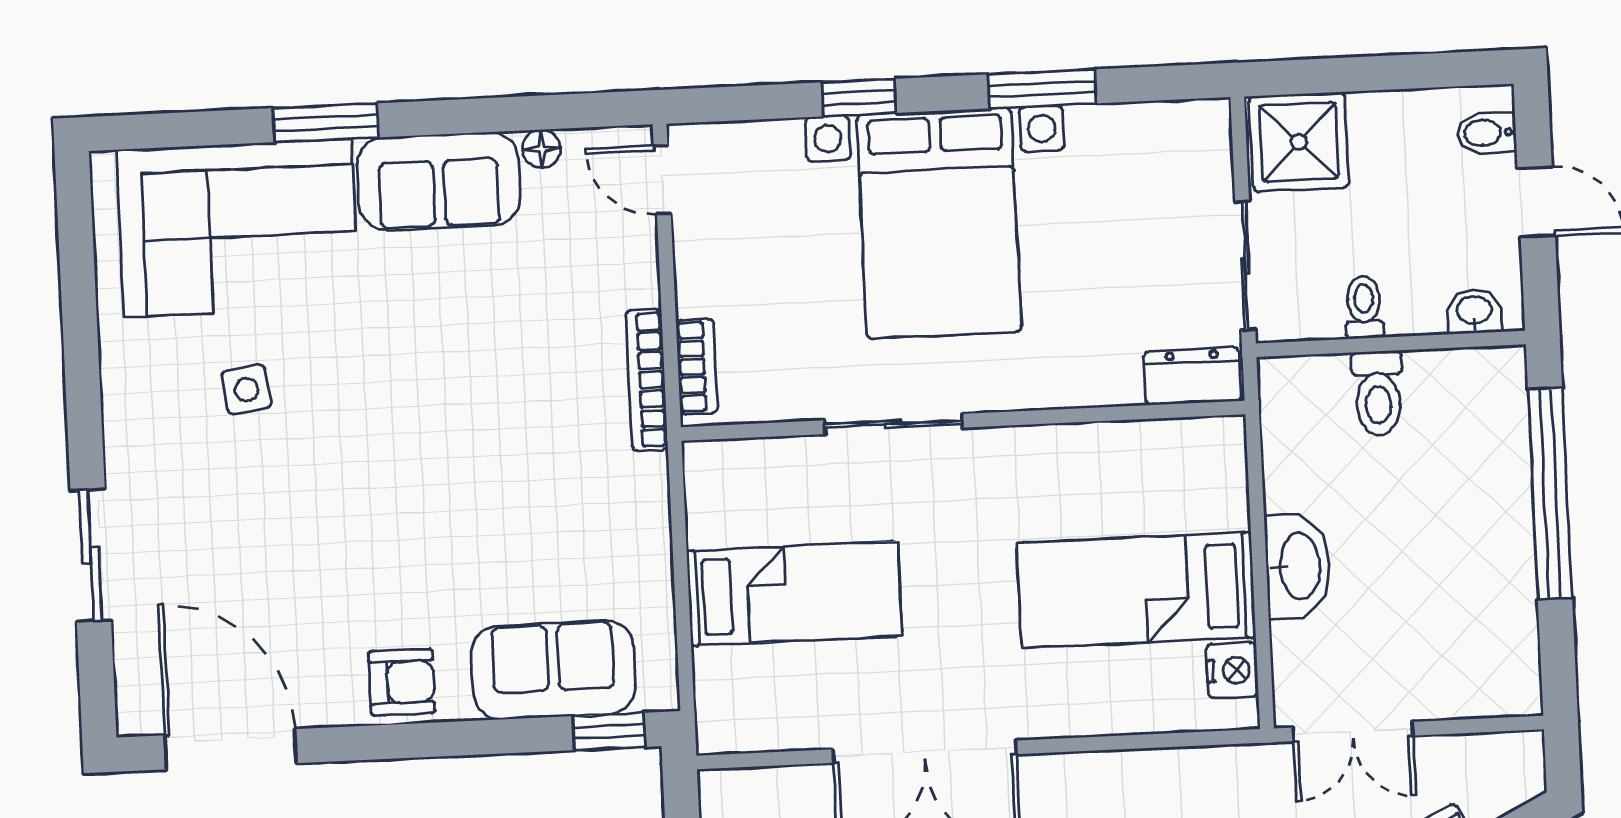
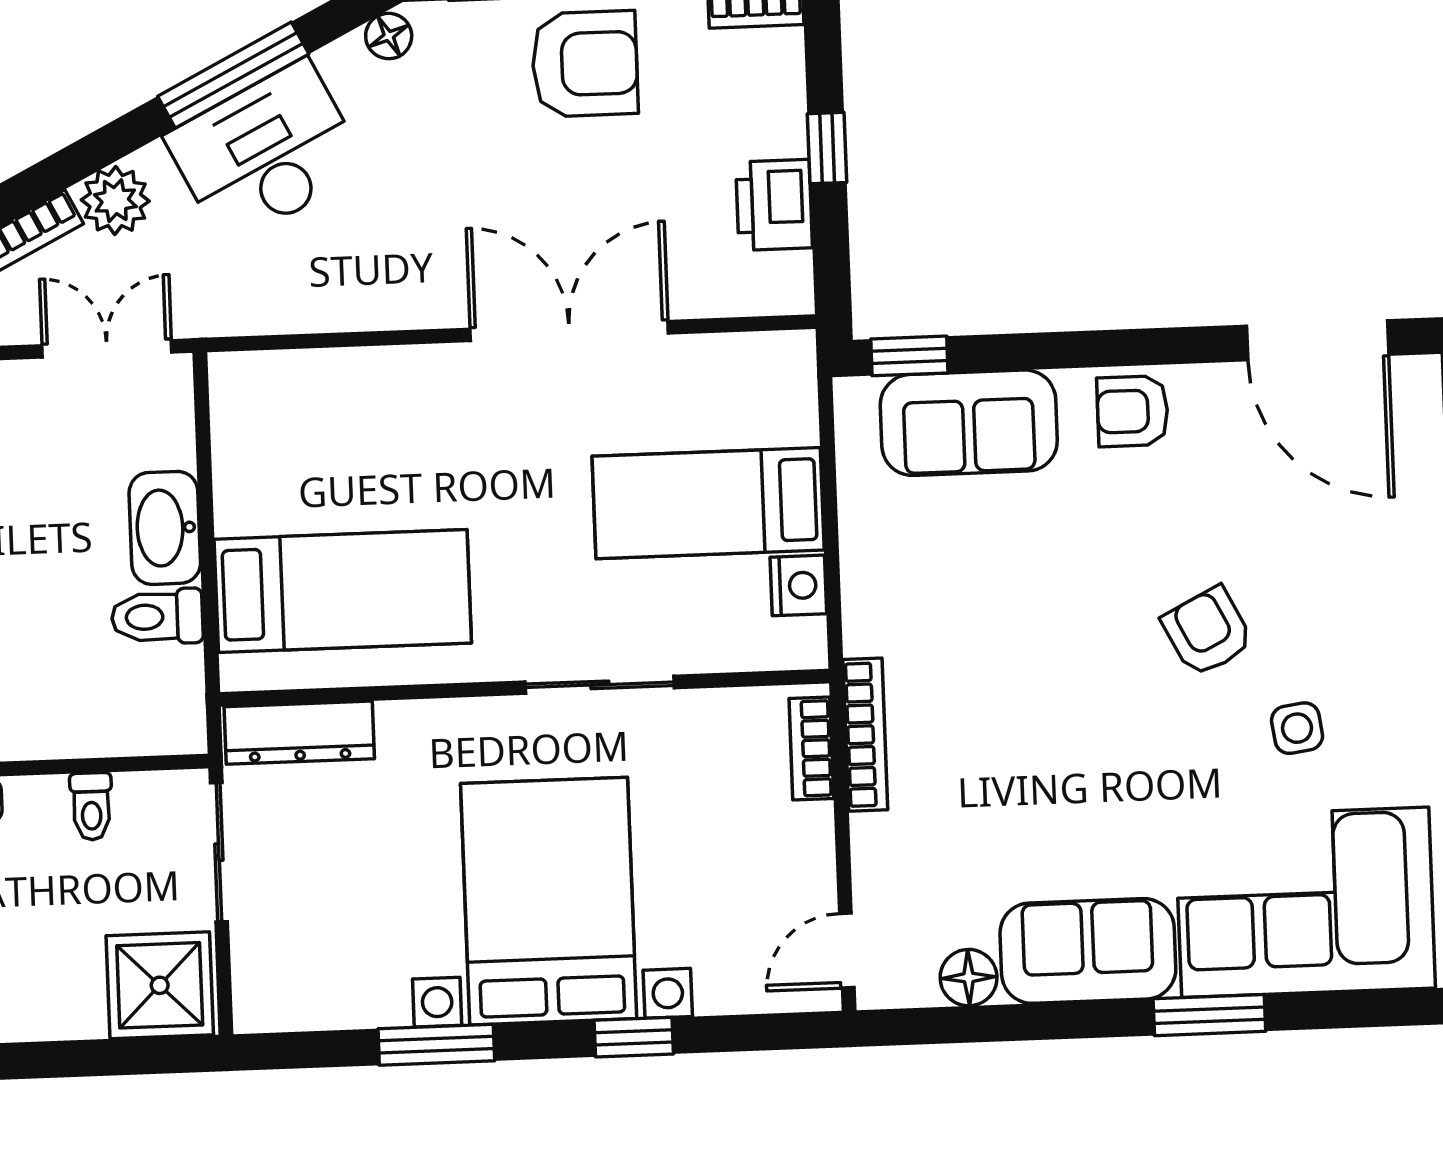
floor lamp: (542, 149) -> (969, 978), width x1.37, depth x1.37
door: (662, 180) -> (847, 951), swing flipped
dresser: (1193, 376) -> (299, 733), width x1.44
toilet: (1378, 393) -> (157, 617), moved, turned -90
armchair: (330, 478) -> (1207, 632), added
bed: (1136, 590) -> (343, 591), moved
nightstand: (1232, 670) -> (798, 585), moved, turned 180

